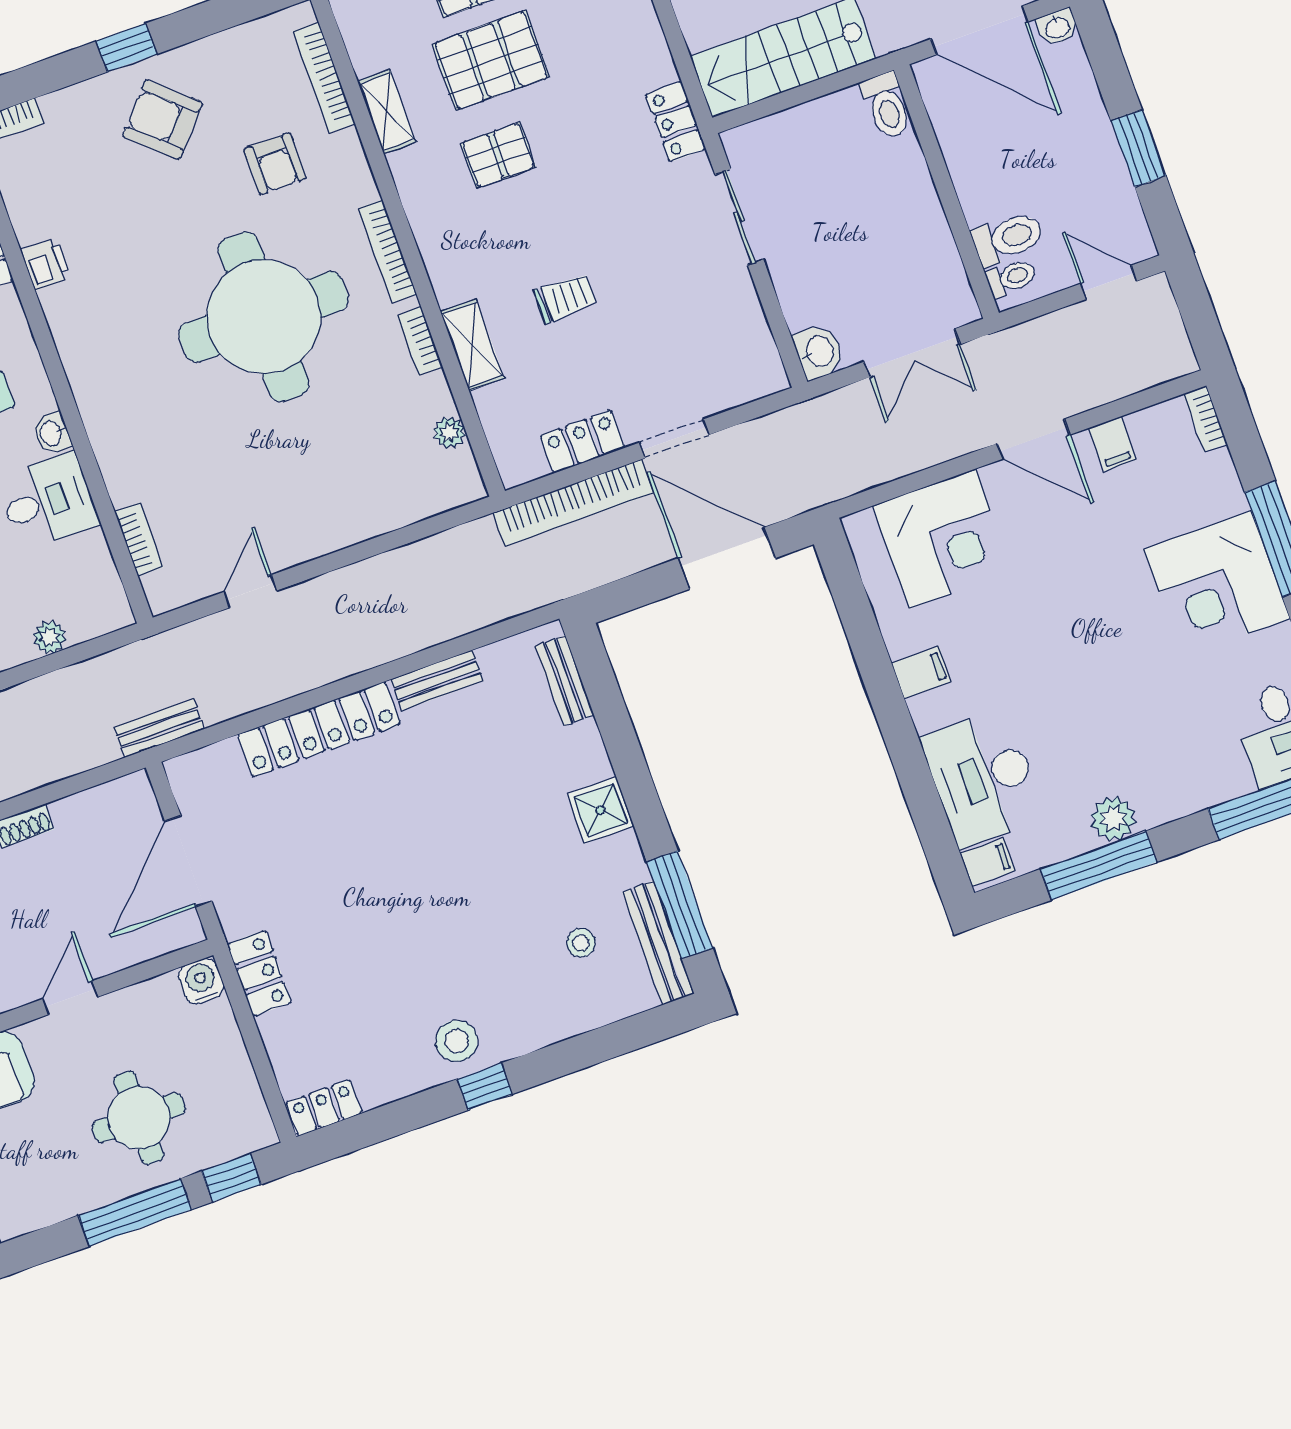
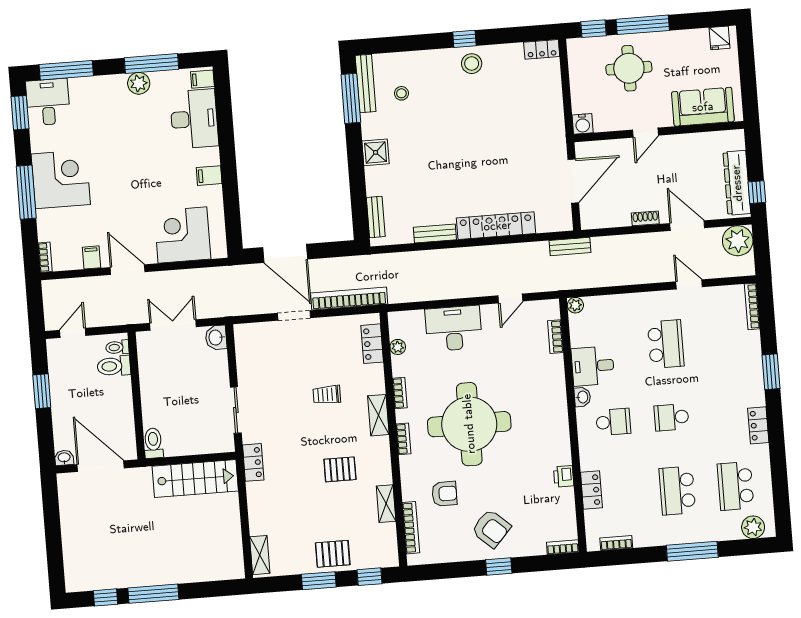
pallet: (491, 60) -> (331, 514), removed
armchair: (275, 164) -> (444, 494), turned 90
bookcase: (387, 251) -> (403, 439), width x0.64
door: (1109, 282) -> (73, 333), swing flipped
shelving: (472, 345) -> (378, 415), moved
locker: (582, 442) -> (372, 344), moved, turned 90
desk: (348, 500) -> (454, 328), added
plant: (50, 637) -> (575, 305), moved
locker: (259, 973) -> (555, 120), removed

